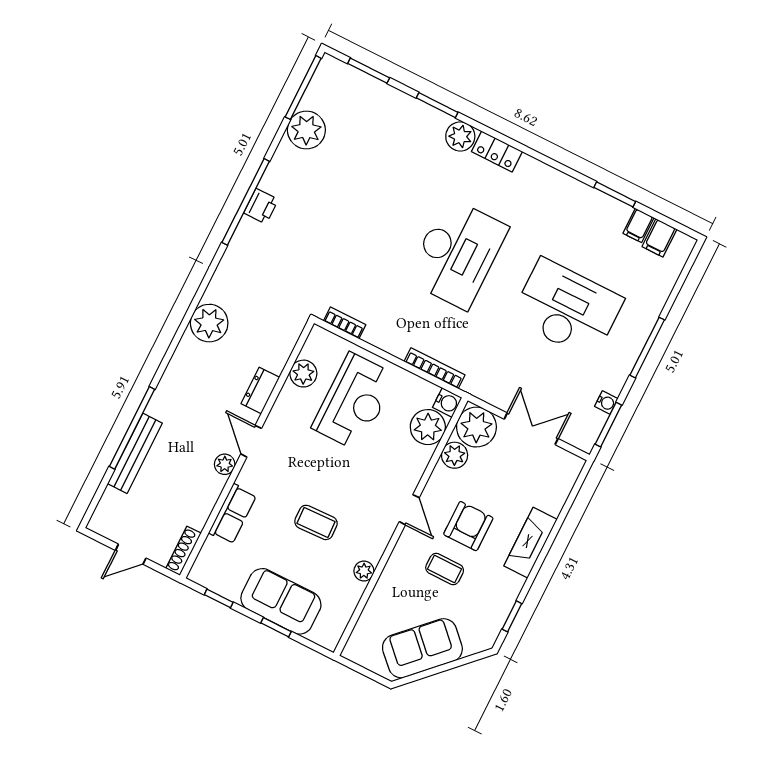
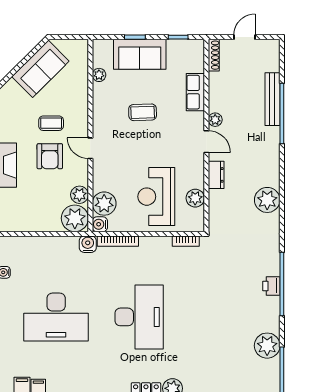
desk: (457, 253) -> (139, 317), turned 180
water cooler: (477, 384) -> (88, 244), added
double door: (531, 429) -> (41, 234), removed
plant: (364, 571) -> (99, 75), moved

